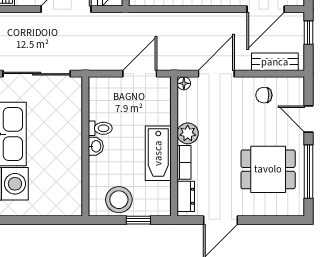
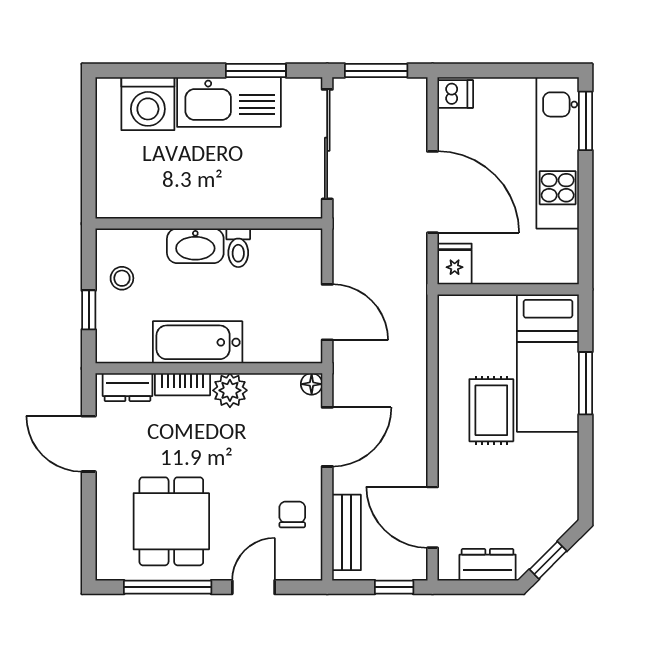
door: (216, 74) -> (327, 437), hinge flipped
washbasin: (96, 146) -> (195, 246), width x1.91, depth x1.45
stool: (119, 200) -> (122, 278), width x0.53, depth x0.53

